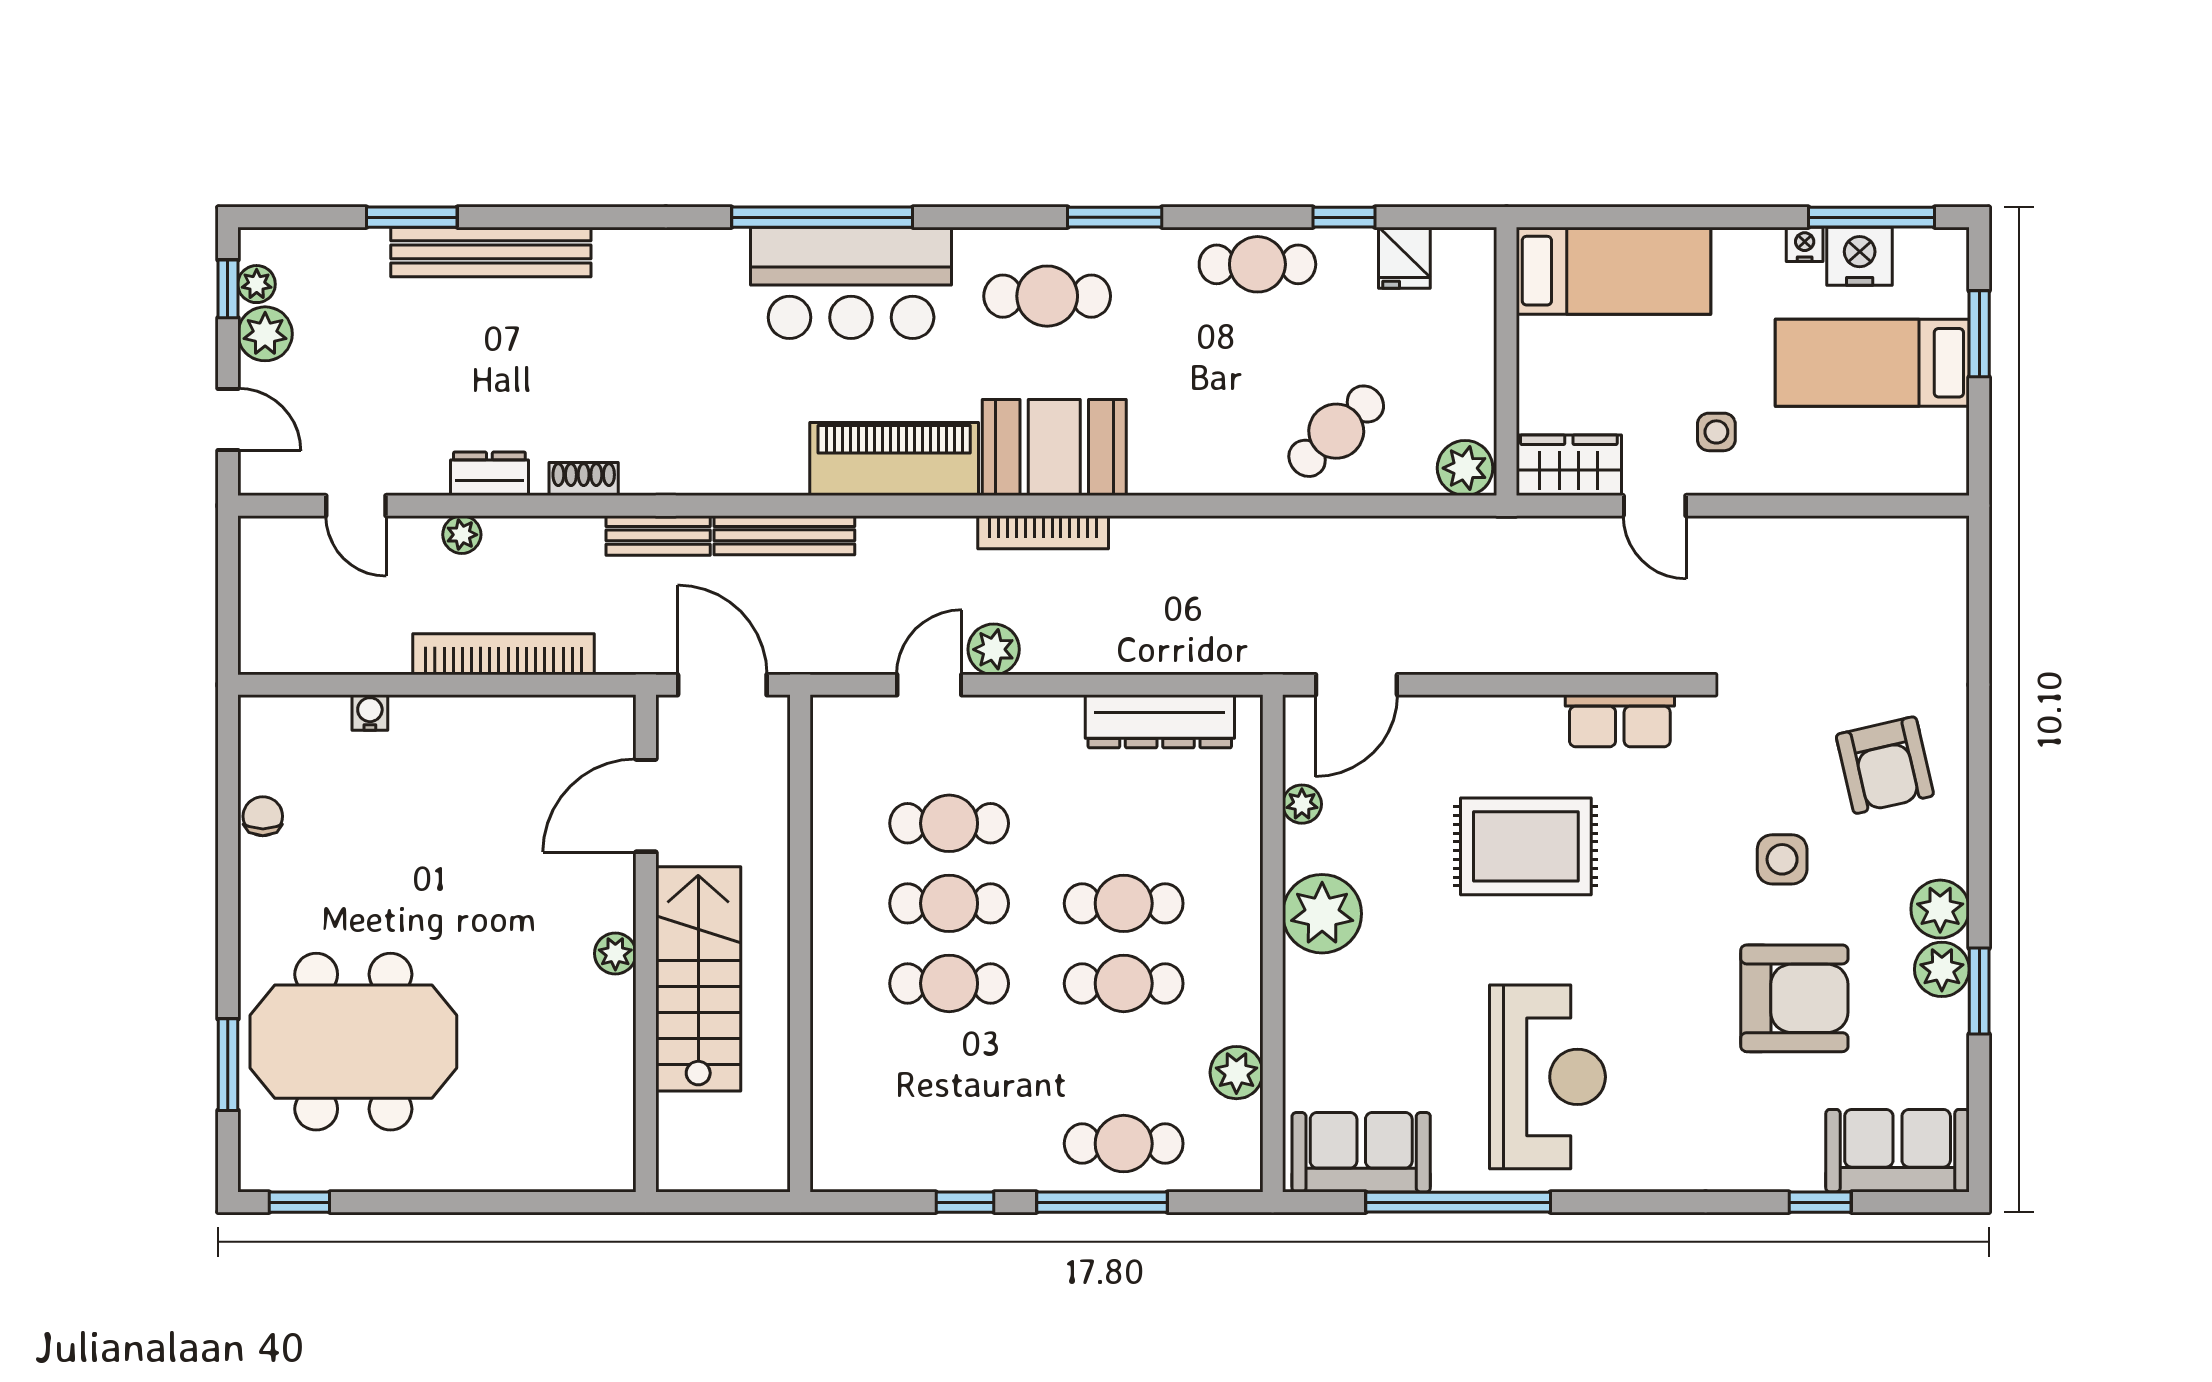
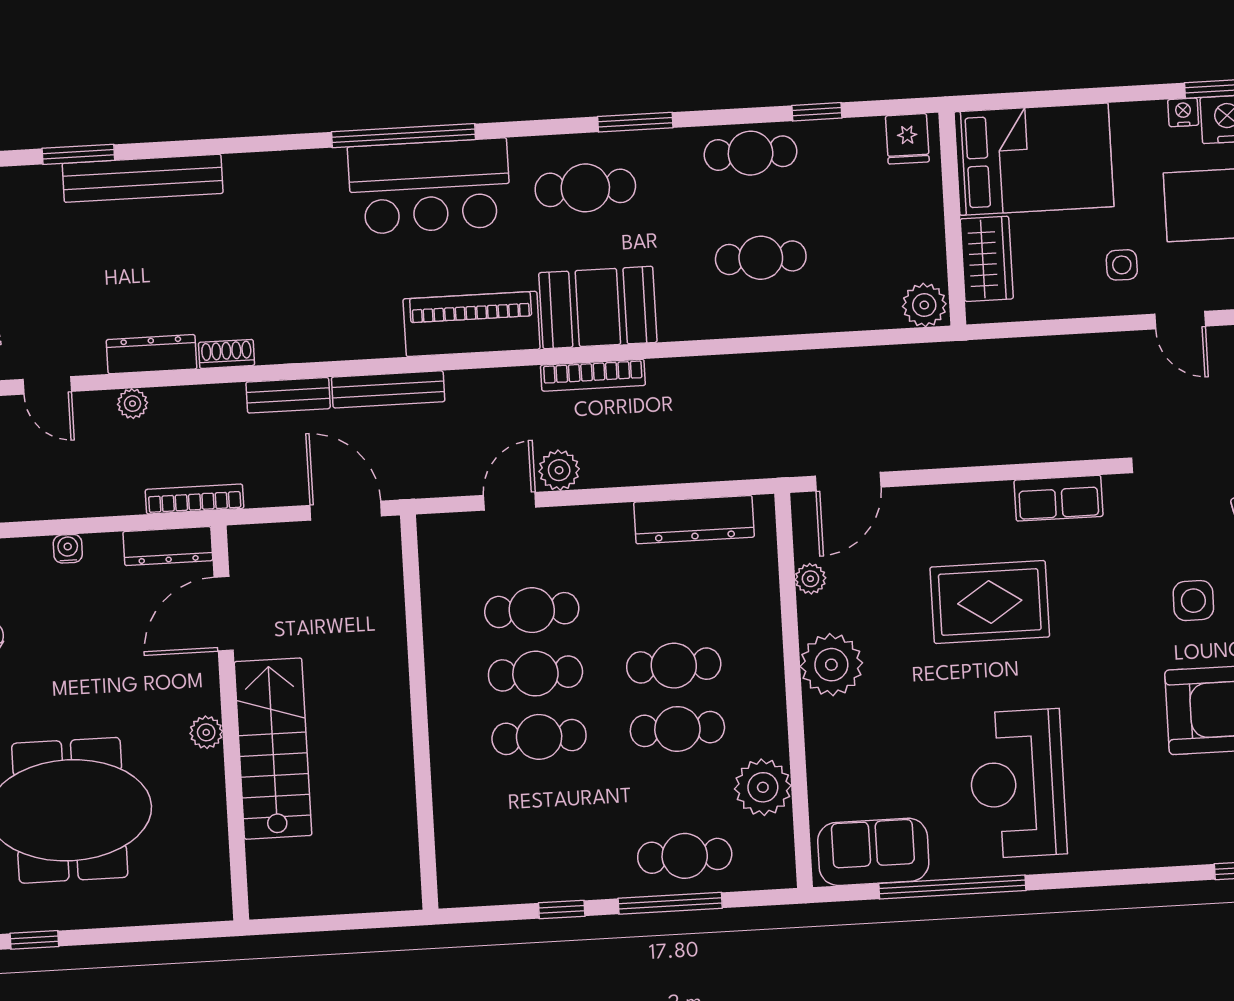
fridge: (1404, 258) -> (907, 139), moved
bed: (1613, 271) -> (1034, 159), width x1.50
cafe table: (1336, 431) -> (761, 258), moved, turned 43
wardrobe: (1569, 465) -> (987, 259), moved, turned 90
dresser: (489, 474) -> (152, 354), width x1.44
door: (1655, 506) -> (1180, 320), moved
bookcase: (504, 654) -> (195, 499), width x0.68, depth x0.76
dresser: (496, 716) -> (168, 546), added
door: (646, 806) -> (224, 614), moved
wall: (646, 943) -> (230, 723), moved
plant: (615, 954) -> (206, 732), moved
stairs: (698, 979) -> (273, 749), moved
plant: (1236, 1073) -> (763, 787), width x1.36, depth x1.36
reception desk: (1547, 1077) -> (1017, 784), turned 180

